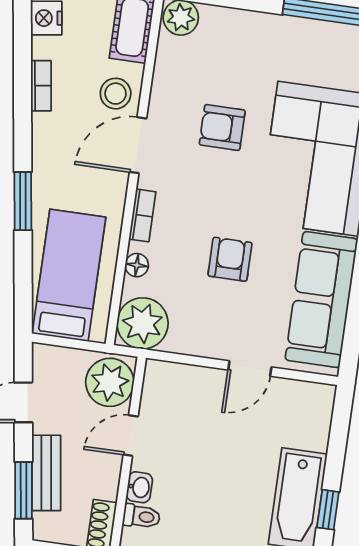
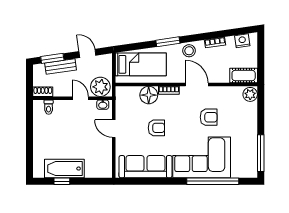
stool: (116, 94) -> (189, 51), moved
armchair: (222, 128) -> (209, 117), turned 90
floor lamp: (137, 265) -> (149, 95), width x1.89, depth x1.89
plant: (143, 323) -> (126, 97), removed
door: (250, 369) -> (114, 129), moved
washbasin: (139, 487) -> (103, 105), moved

